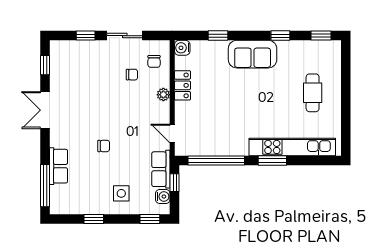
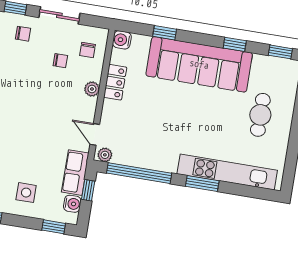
sofa: (253, 54) -> (199, 64), width x1.85, depth x1.27
chair: (104, 146) -> (23, 34), moved
plant: (184, 150) -> (105, 155), added

